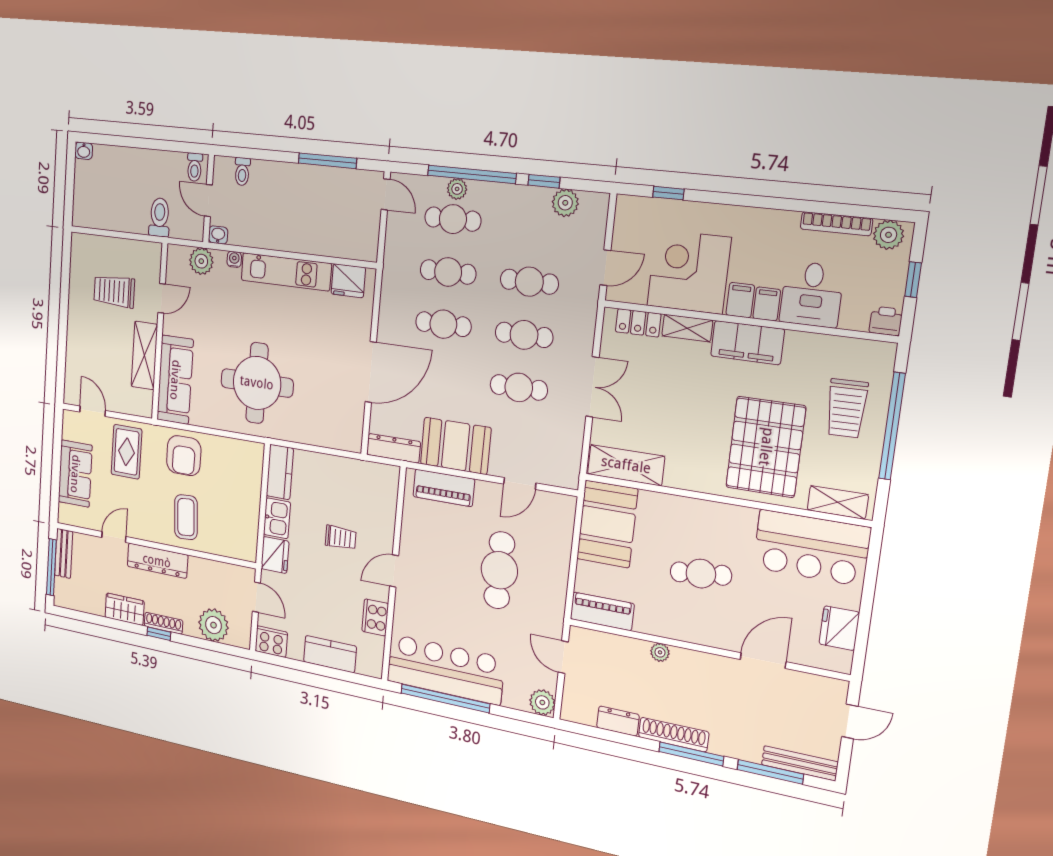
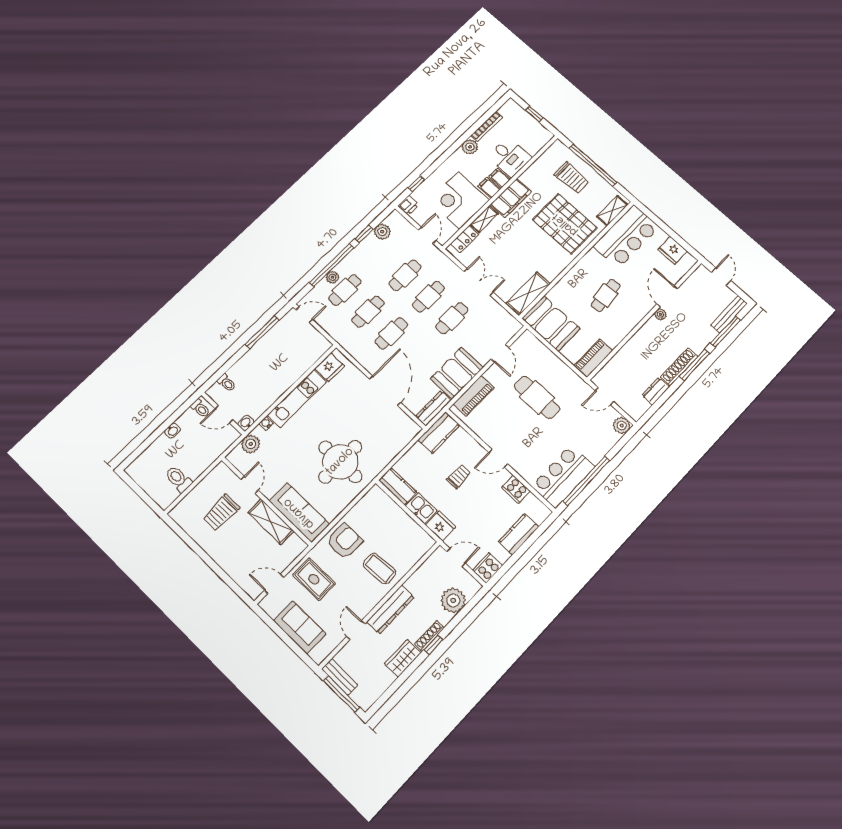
washbasin: (84, 151) -> (172, 431), moved
toilet: (159, 217) -> (178, 479), moved
plant: (889, 235) -> (470, 147), moved
printer: (886, 321) -> (408, 205), moved, turned 180
armchair: (184, 456) -> (344, 541), turned -90
kitchen counter: (371, 476) -> (439, 433), added
door: (394, 571) -> (498, 458), hinge flipped
plant: (660, 652) -> (660, 314), moved
bar counter: (445, 669) -> (563, 476), width x0.73

